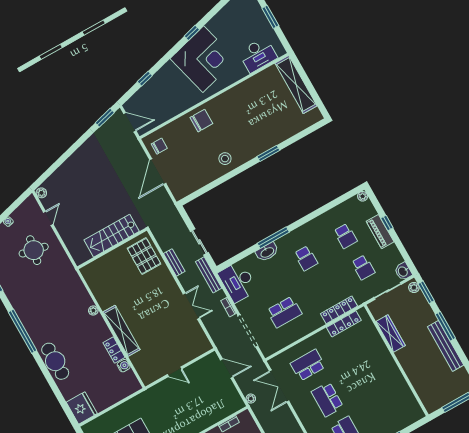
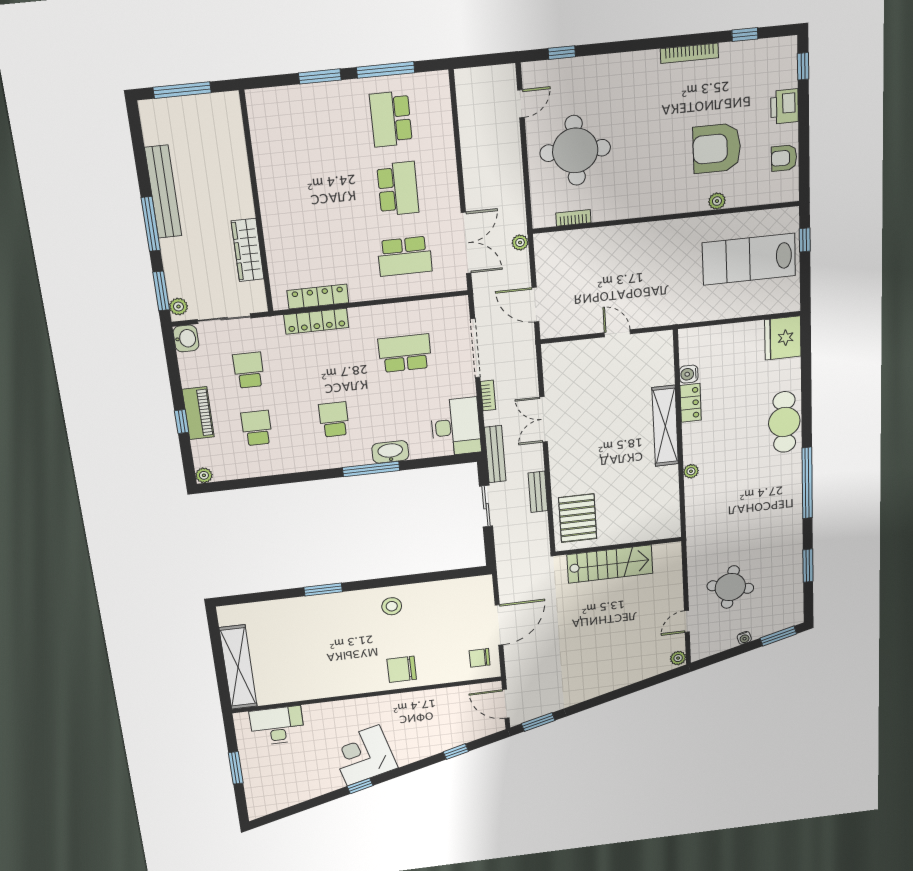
corner desk: (203, 59) -> (363, 755), width x0.74, depth x0.74

